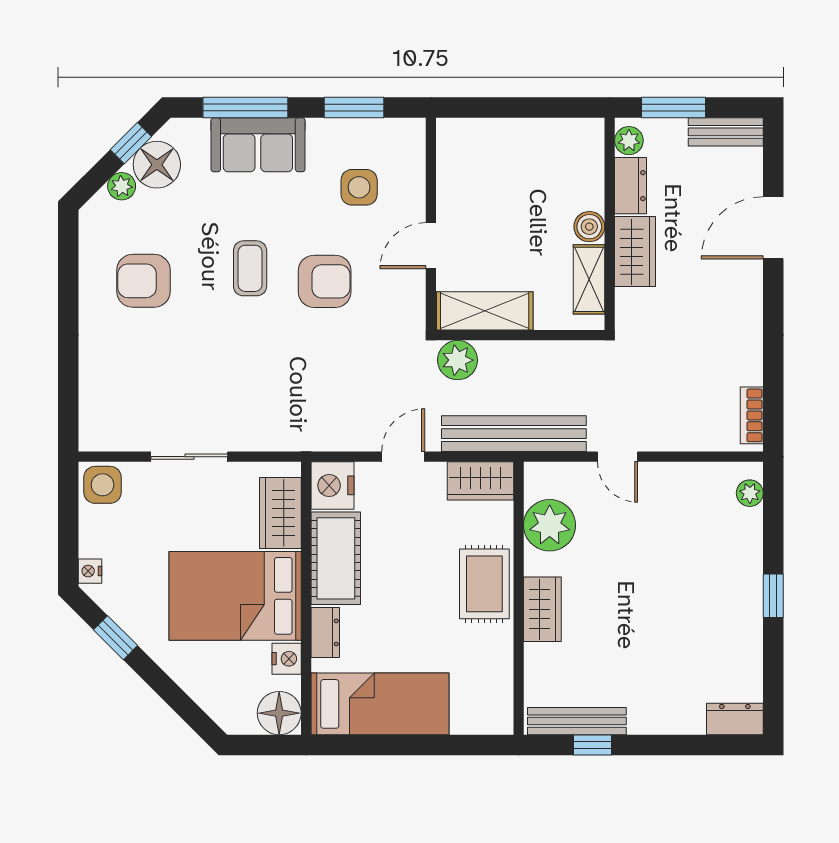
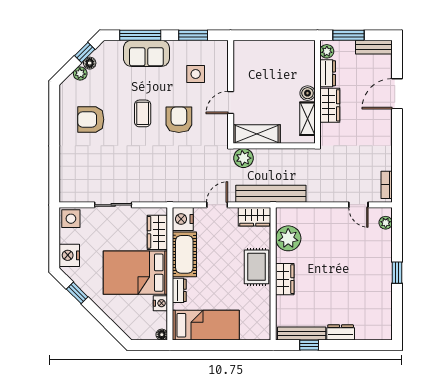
floor lamp: (157, 165) -> (90, 63), width x0.53, depth x0.53
armchair: (325, 281) -> (179, 120), turned -90
door: (618, 457) -> (358, 205), moved
nightstand: (90, 571) -> (69, 255), width x1.89, depth x1.79
floor lamp: (279, 713) -> (162, 335), width x0.53, depth x0.53
dresser: (735, 719) -> (341, 332), moved

